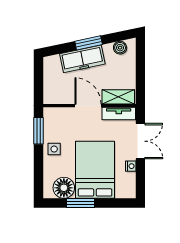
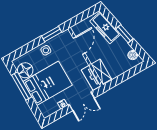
freezer: (82, 59) -> (105, 28), moved
door: (88, 106) -> (79, 46), moved
window: (80, 203) -> (22, 86), width x1.44

